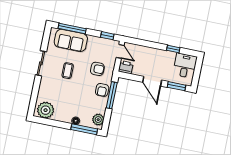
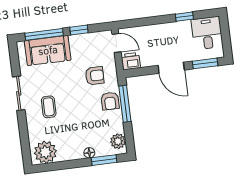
window: (107, 36) -> (79, 30), moved
coffee table: (68, 71) -> (49, 107), moved
window: (84, 129) -> (104, 160), width x0.69

